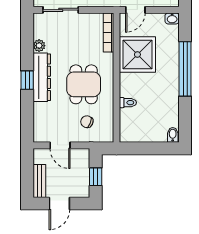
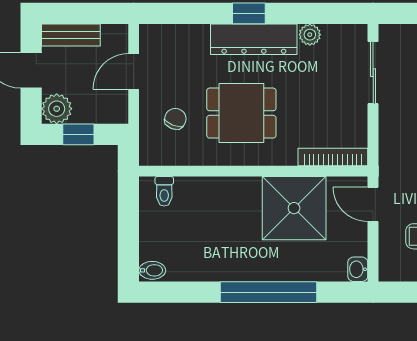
toilet: (128, 103) -> (164, 191), moved
plant: (81, 189) -> (57, 109), added

